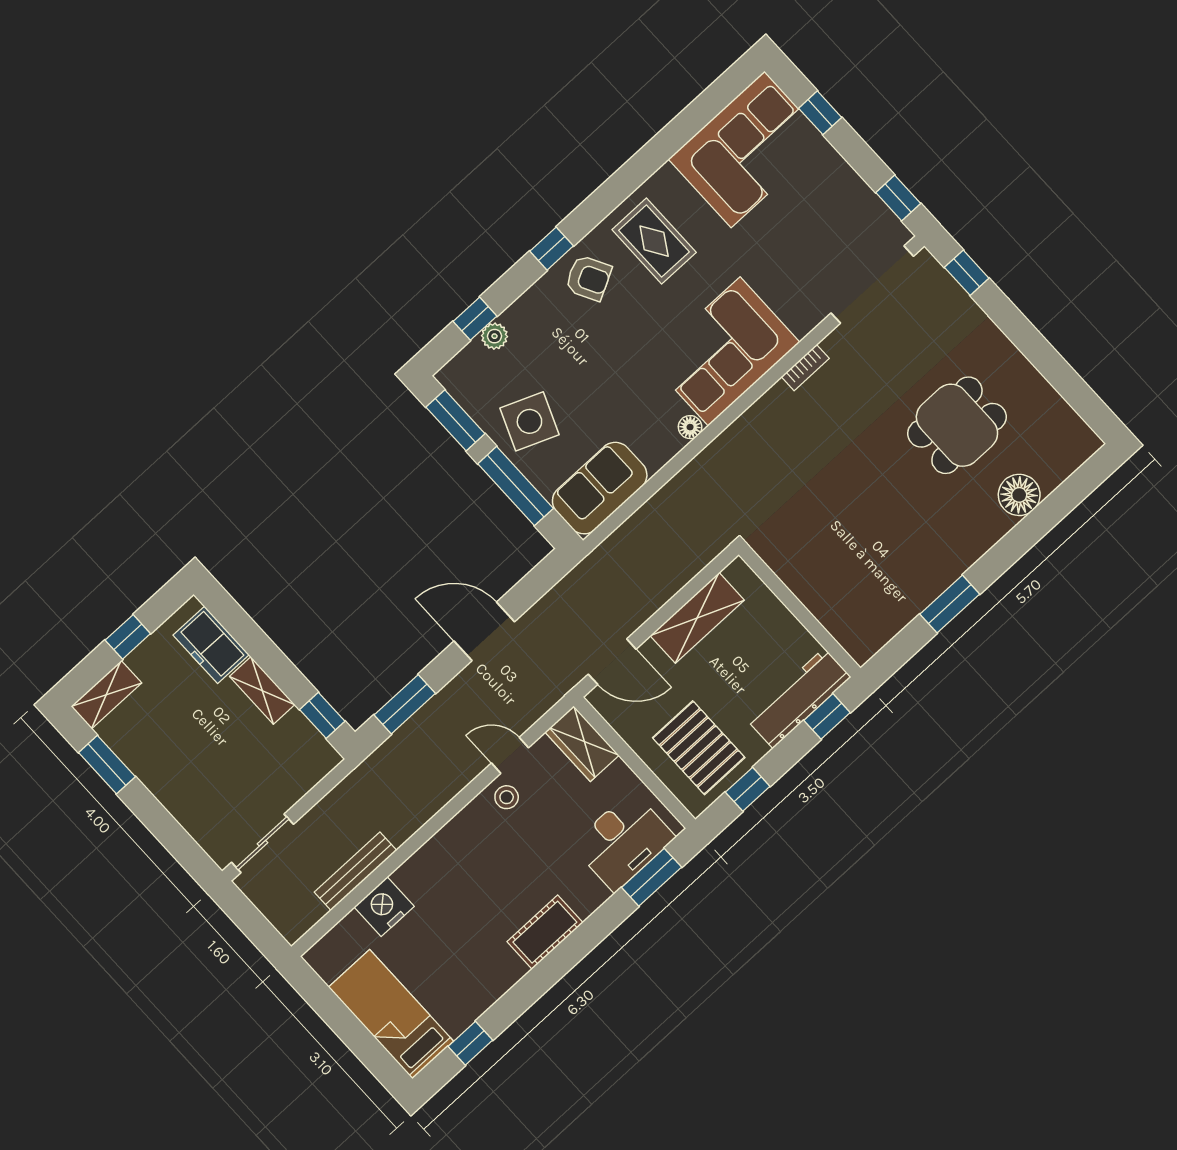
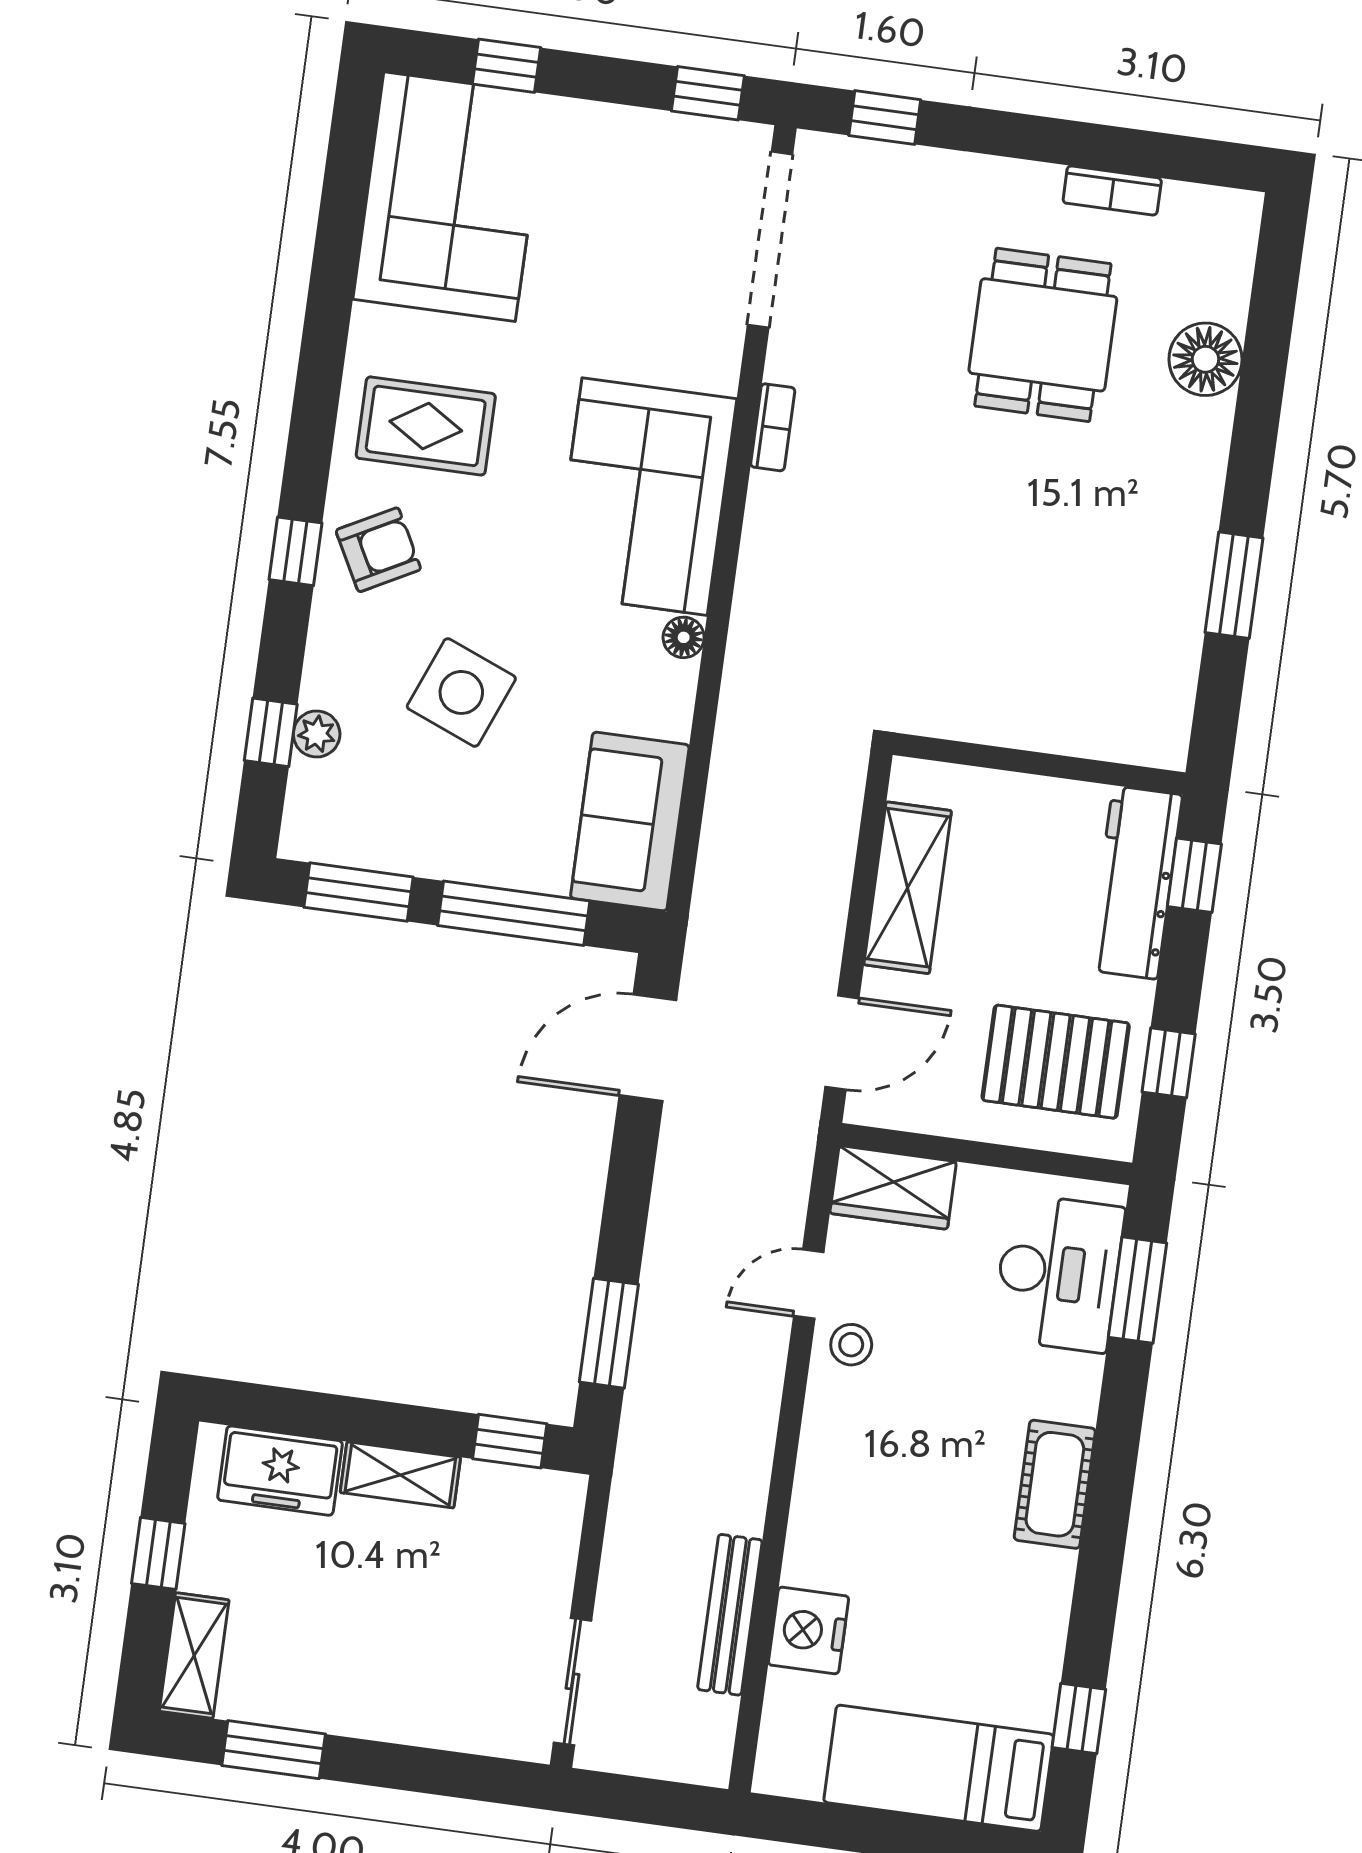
bookcase: (1040, 387) -> (1112, 191), added
side table: (529, 421) -> (461, 692), moved
door: (484, 631) -> (648, 1048), moved

